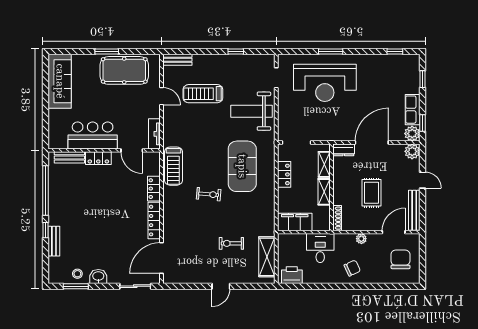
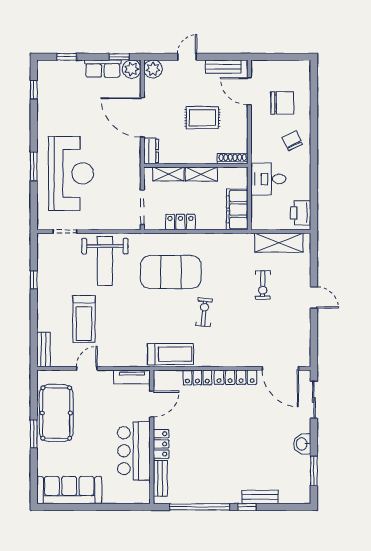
bench: (414, 210) -> (223, 67), width x0.73
plant: (361, 239) -> (257, 130), removed
chair: (400, 259) -> (282, 103), moved, turned 180
stool: (77, 274) -> (299, 469), removed

